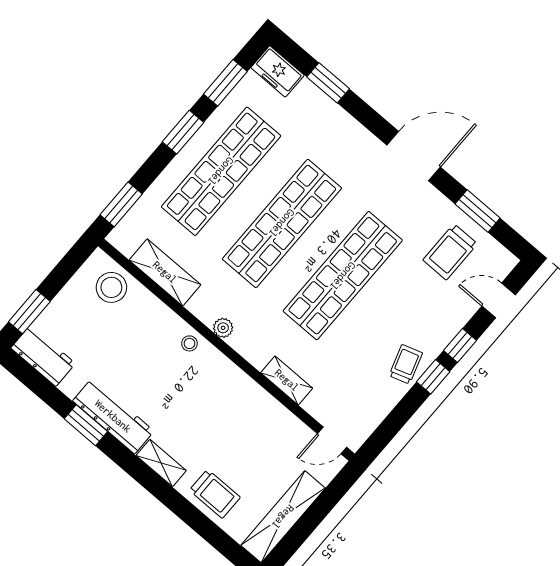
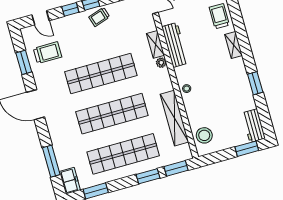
window: (328, 83) -> (51, 161), width x1.44
window: (183, 132) -> (148, 176), moved
shelving: (165, 272) -> (174, 118), width x1.47
plant: (223, 328) -> (161, 63), moved
workbench: (113, 416) -> (175, 45), moved, turned 180

